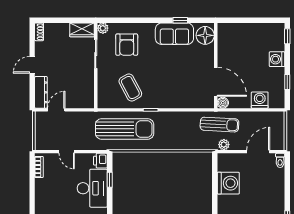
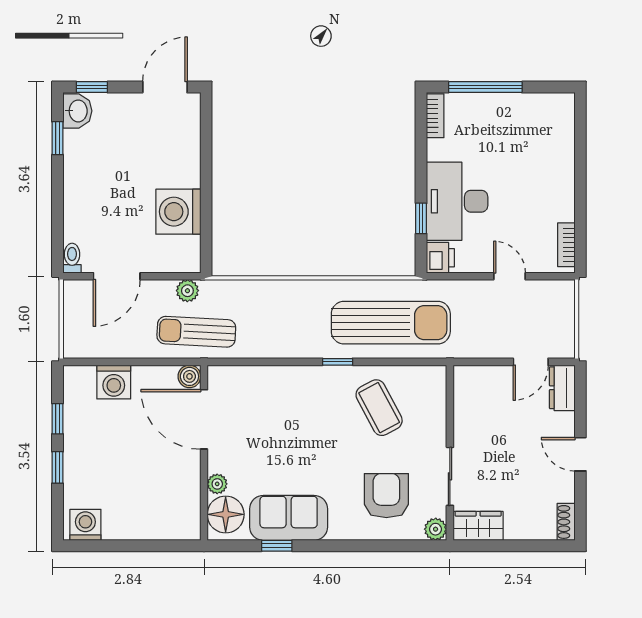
window: (287, 36) -> (58, 467), moved
plant: (209, 50) -> (217, 484), added
washing machine: (277, 59) -> (85, 525), moved, turned -90
door: (32, 65) -> (580, 454), swing flipped
dresser: (41, 92) -> (562, 388), width x0.70
sun lounger: (125, 129) -> (391, 323), turned 180

